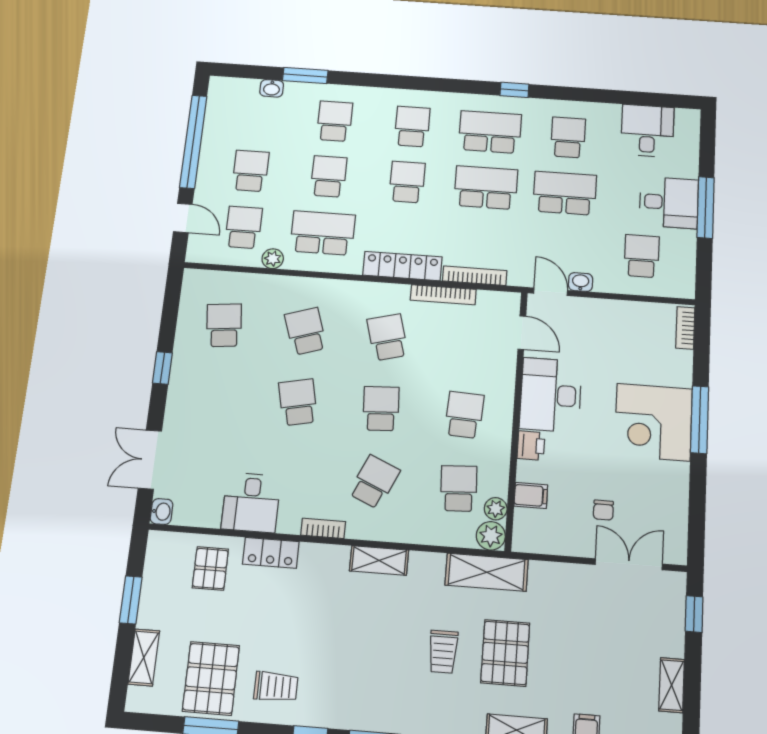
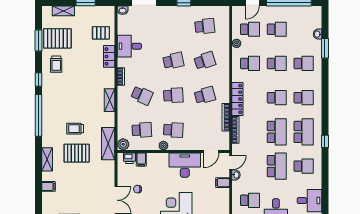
school desk: (323, 233) -> (250, 63), width x0.54
filing cabinet: (597, 313) -> (223, 183), added
printer: (531, 446) -> (129, 158), moved
plant: (496, 509) -> (163, 146), moved

